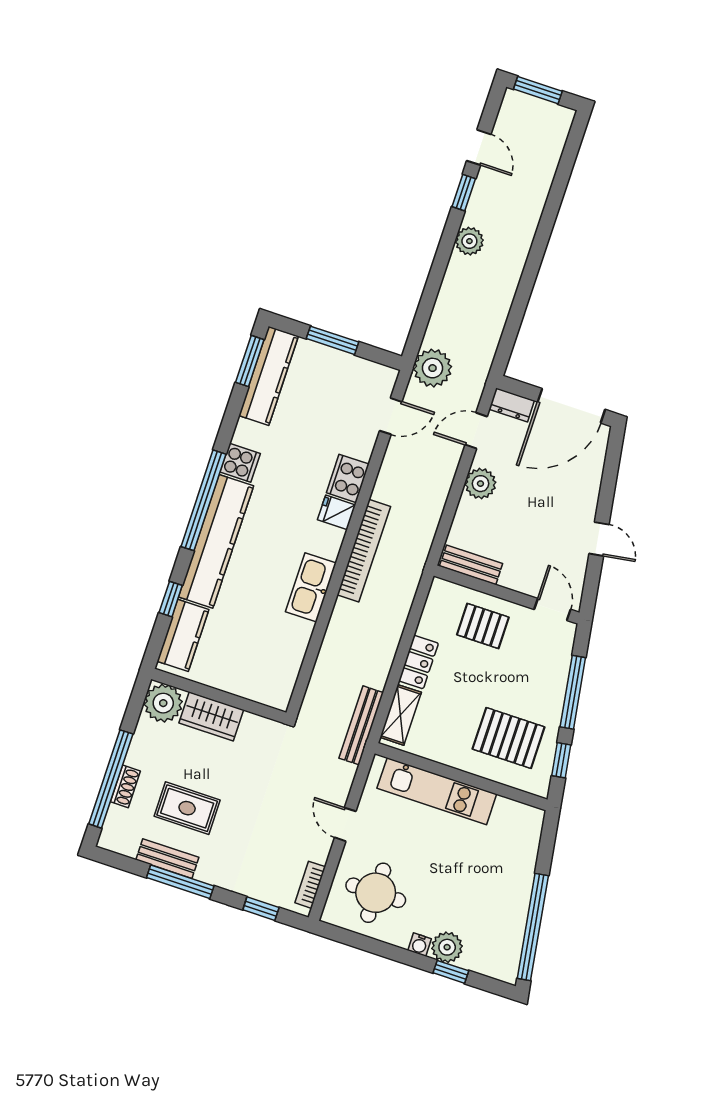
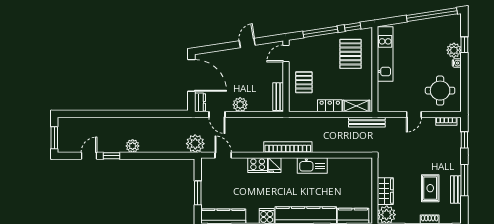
kitchen unit: (437, 791) -> (385, 54), moved

